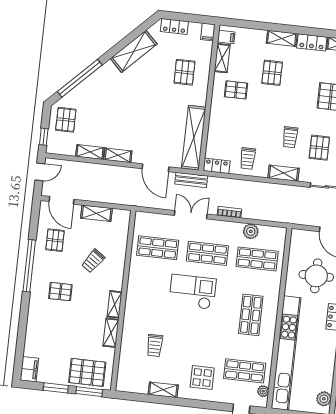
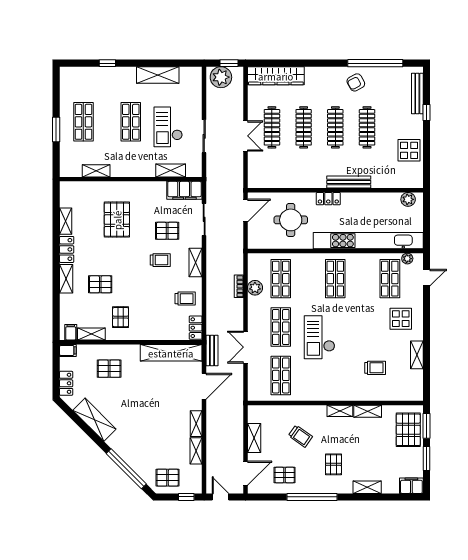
bookcase: (229, 212) -> (239, 286), moved
shop shelf: (251, 315) -> (335, 279), turned 90
shelving: (33, 324) -> (367, 487), added

